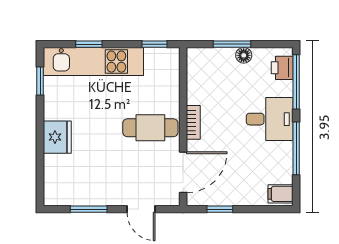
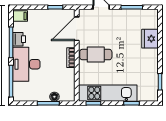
floor lamp: (244, 55) -> (54, 97), moved
kitchen unit: (93, 62) -> (108, 93), moved
printer: (282, 68) -> (19, 39), moved
desk: (270, 119) -> (26, 64), width x1.37
fridge: (57, 137) -> (150, 39), moved

